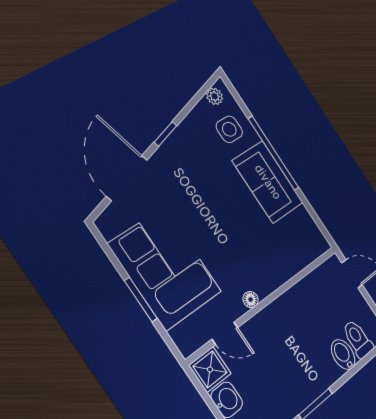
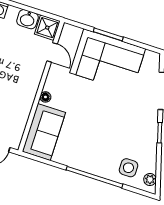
sofa: (268, 182) -> (44, 132), moved, turned 90
floor lamp: (251, 300) -> (45, 97), moved
door: (225, 333) -> (52, 52), swing flipped

